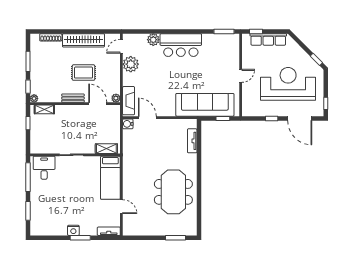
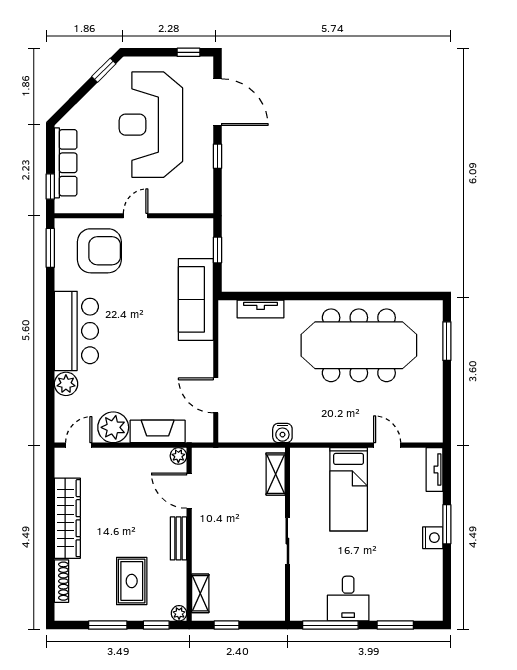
door: (121, 46) -> (79, 445), swing flipped
armchair: (223, 57) -> (99, 251), added
rug: (83, 73) -> (132, 581), moved
door: (241, 76) -> (136, 216), hinge flipped
fireplace: (129, 101) -> (158, 431), moved
door: (98, 104) -> (189, 491), hinge flipped
sofa: (205, 105) -> (196, 299), width x0.74, depth x0.79
door: (147, 118) -> (216, 395), hinge flipped
door: (300, 118) -> (217, 102), hinge flipped
water cooler: (128, 124) -> (282, 433), moved
desk: (44, 168) -> (348, 599), moved, turned -90
bed: (110, 178) -> (349, 489), moved, turned 90
meeting table: (173, 192) -> (359, 345), width x1.36
door: (121, 207) -> (387, 445), hinge flipped

